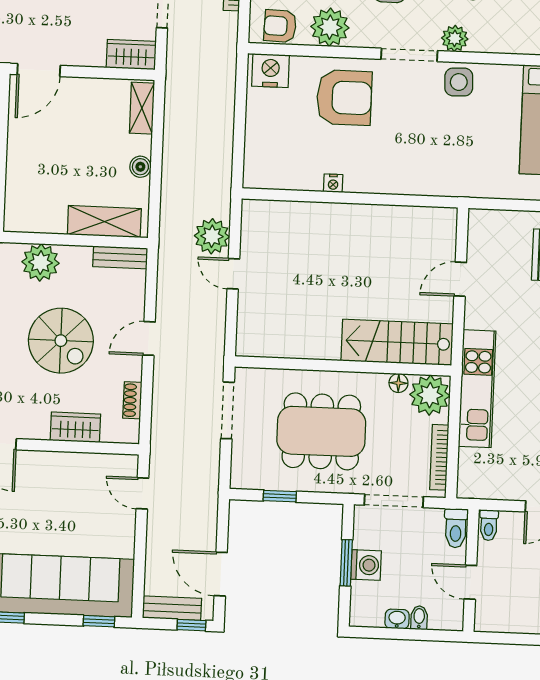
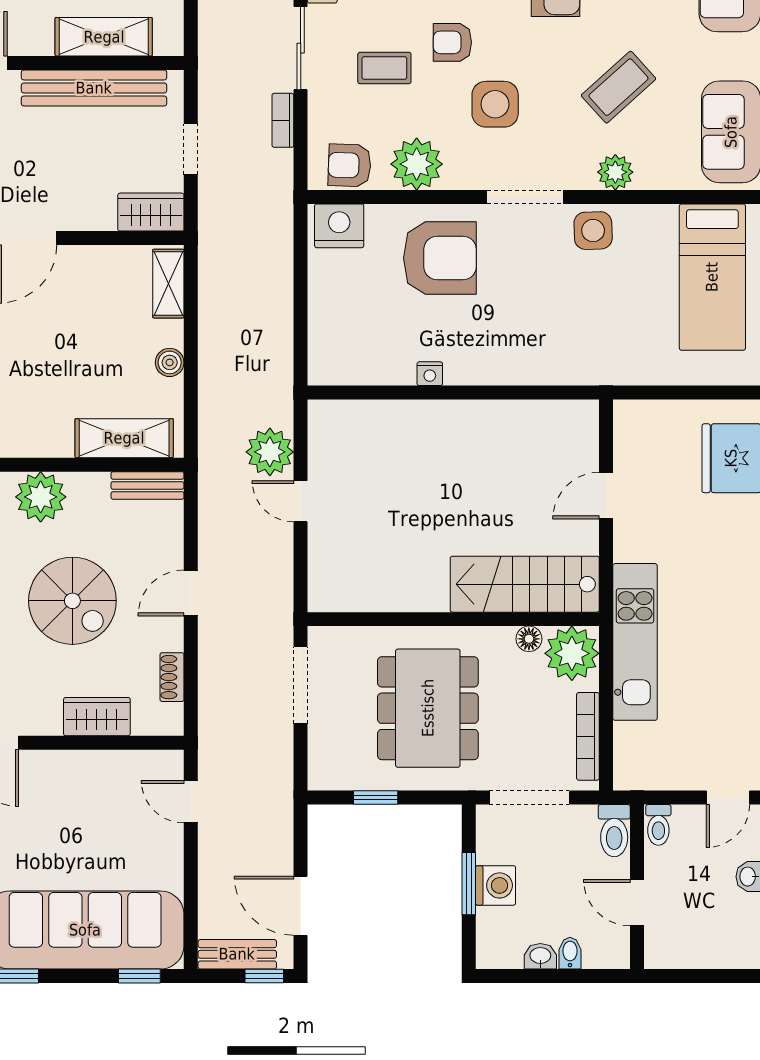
plant: (455, 38) -> (615, 172), moved
dining table: (321, 431) -> (428, 708), turned 90

